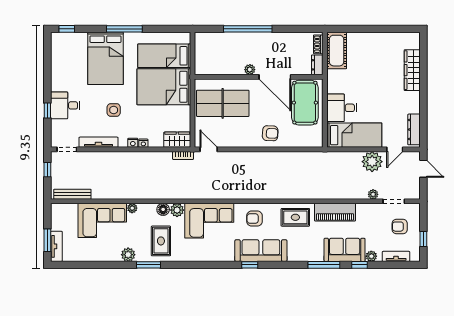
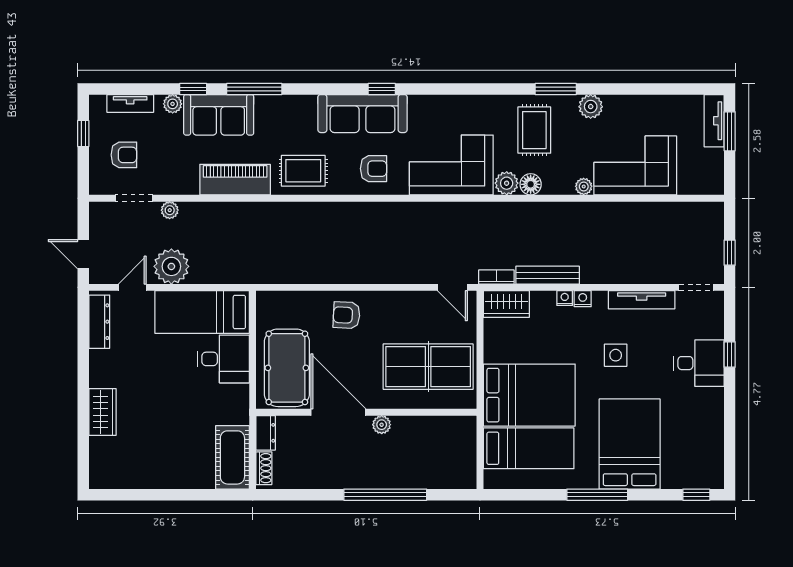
wardrobe: (412, 70) -> (102, 412), width x0.67
bench: (72, 194) -> (548, 275), moved

